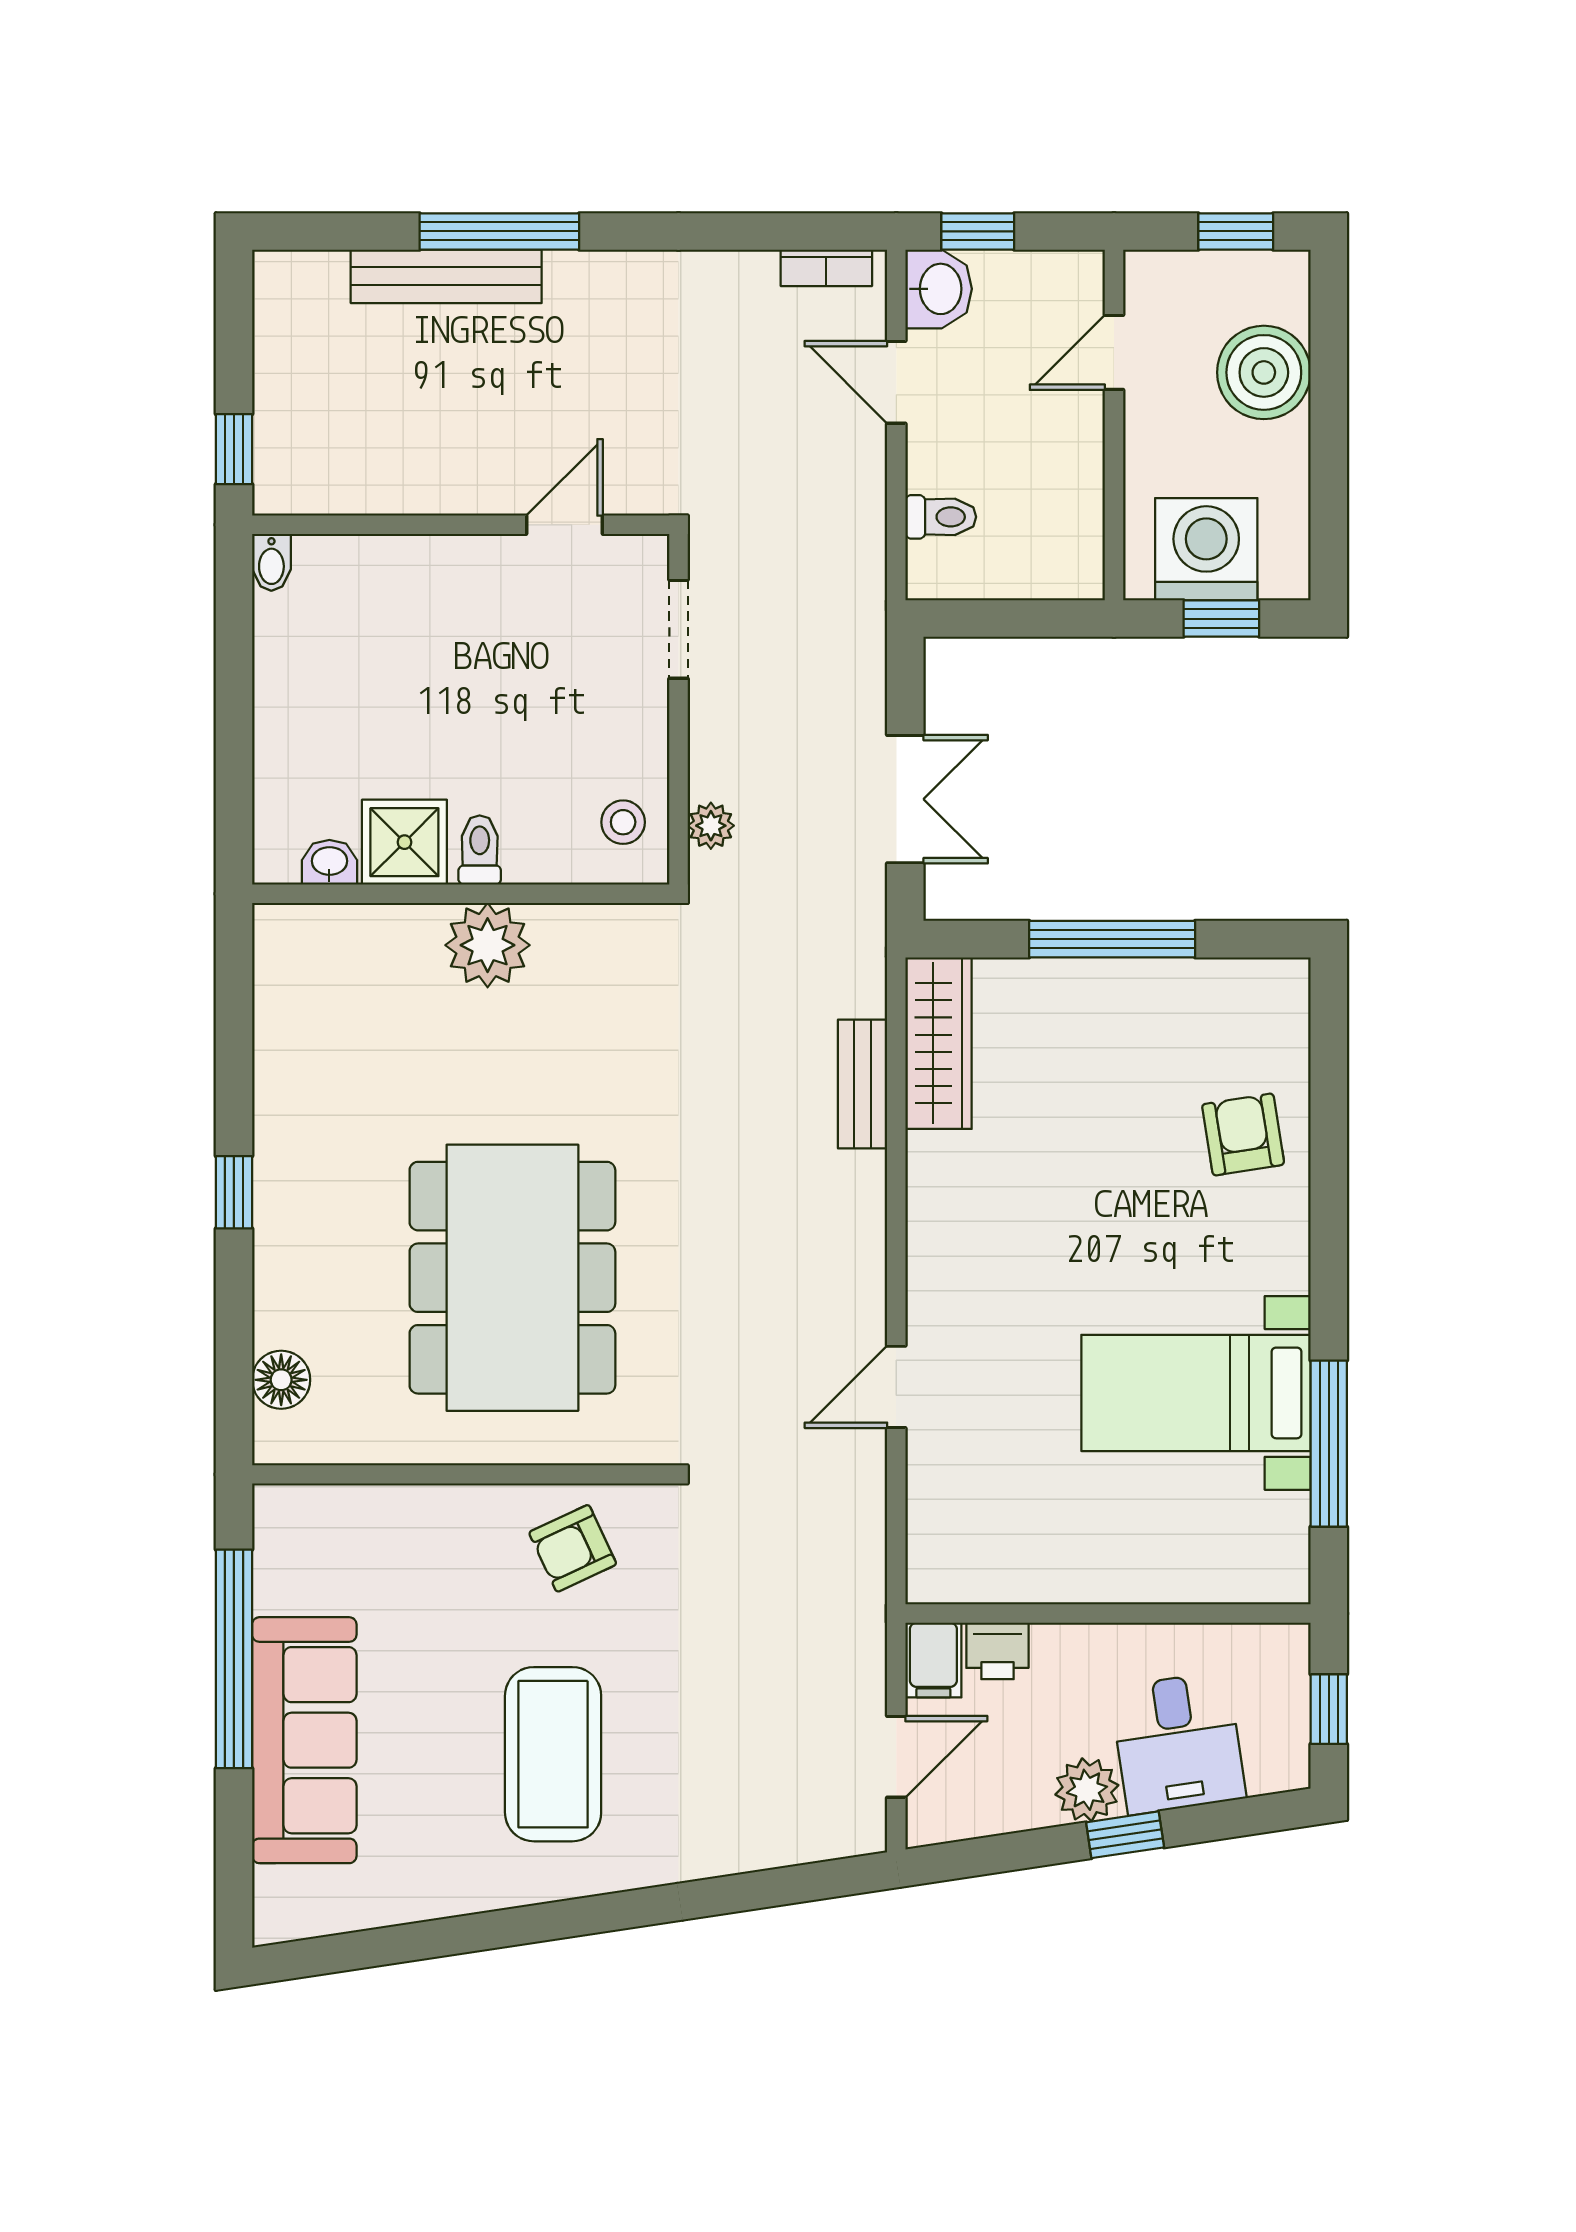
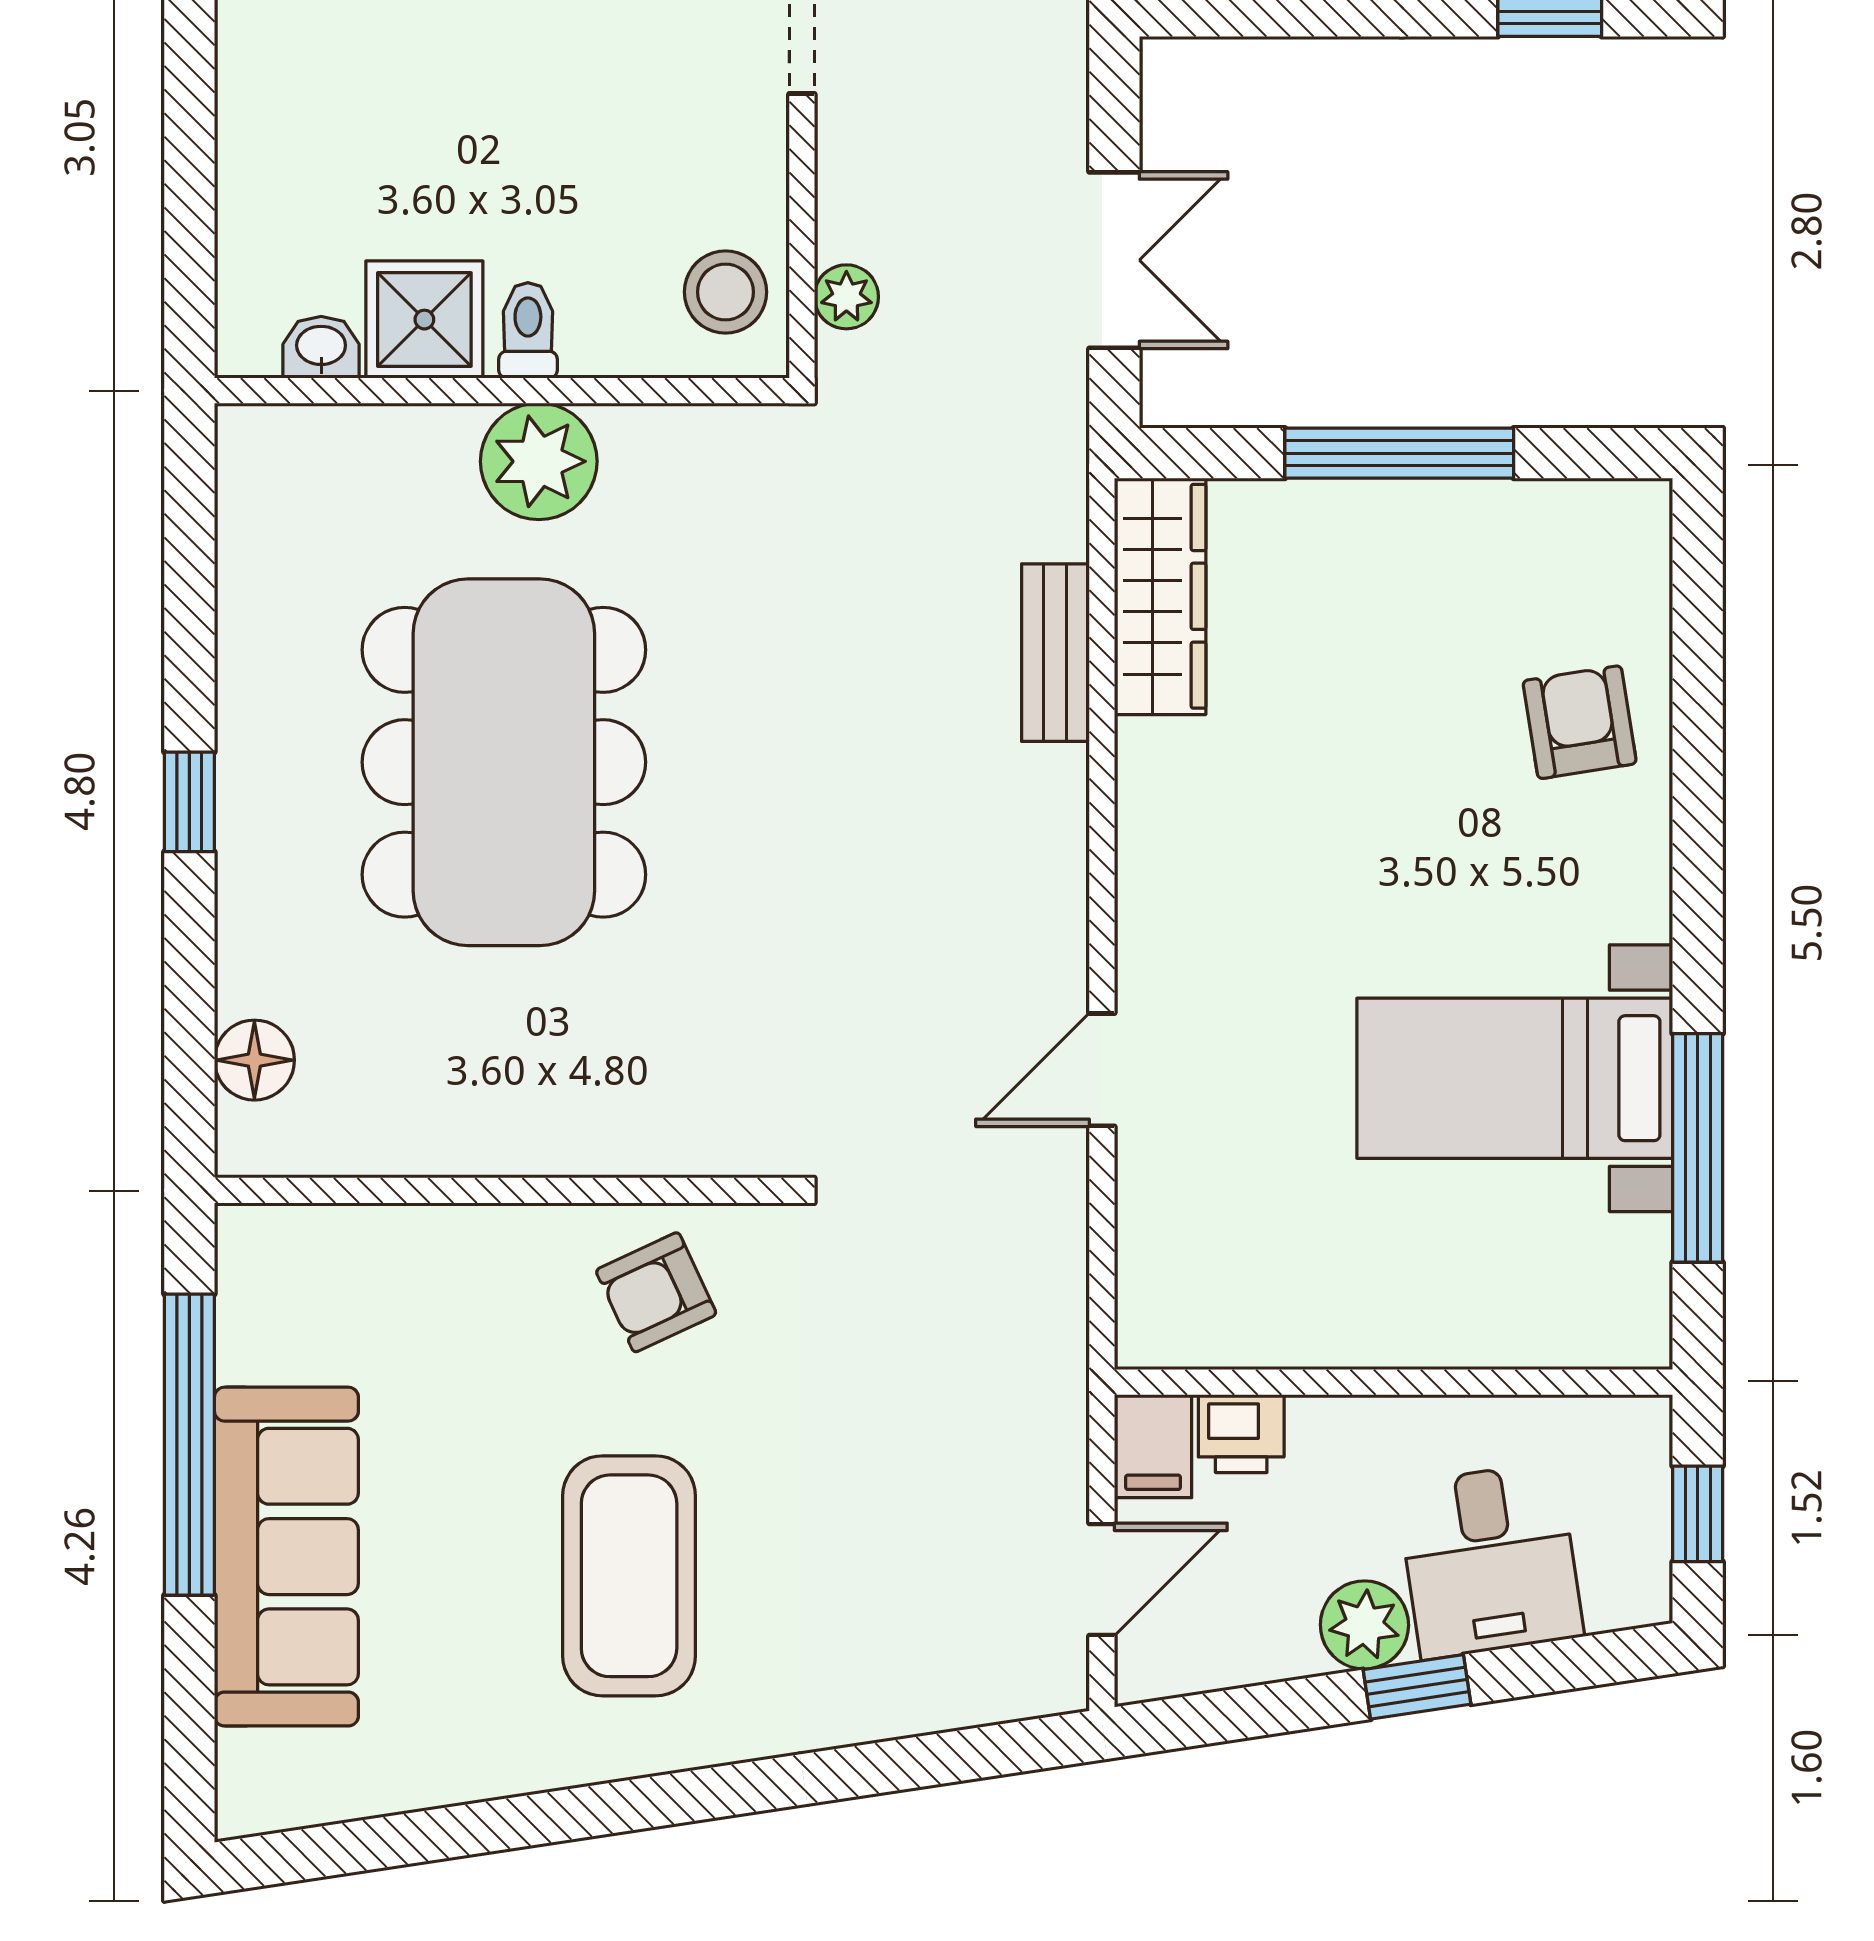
stool: (623, 822) -> (726, 292), width x1.37, depth x1.37
dining table: (512, 1278) -> (504, 762), moved

